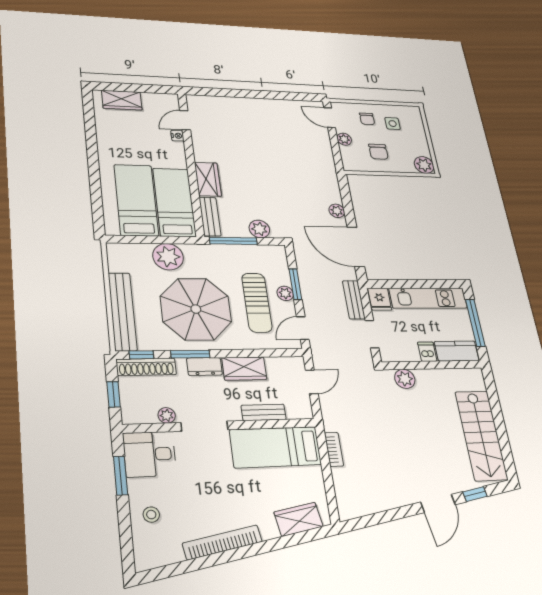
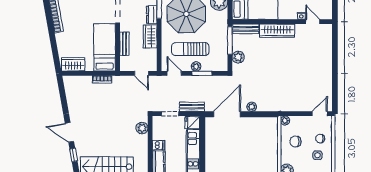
plant: (344, 139) -> (285, 121), moved
wardrobe: (208, 179) -> (277, 31), width x1.50
wardrobe: (298, 519) -> (73, 64), moved, turned -80

